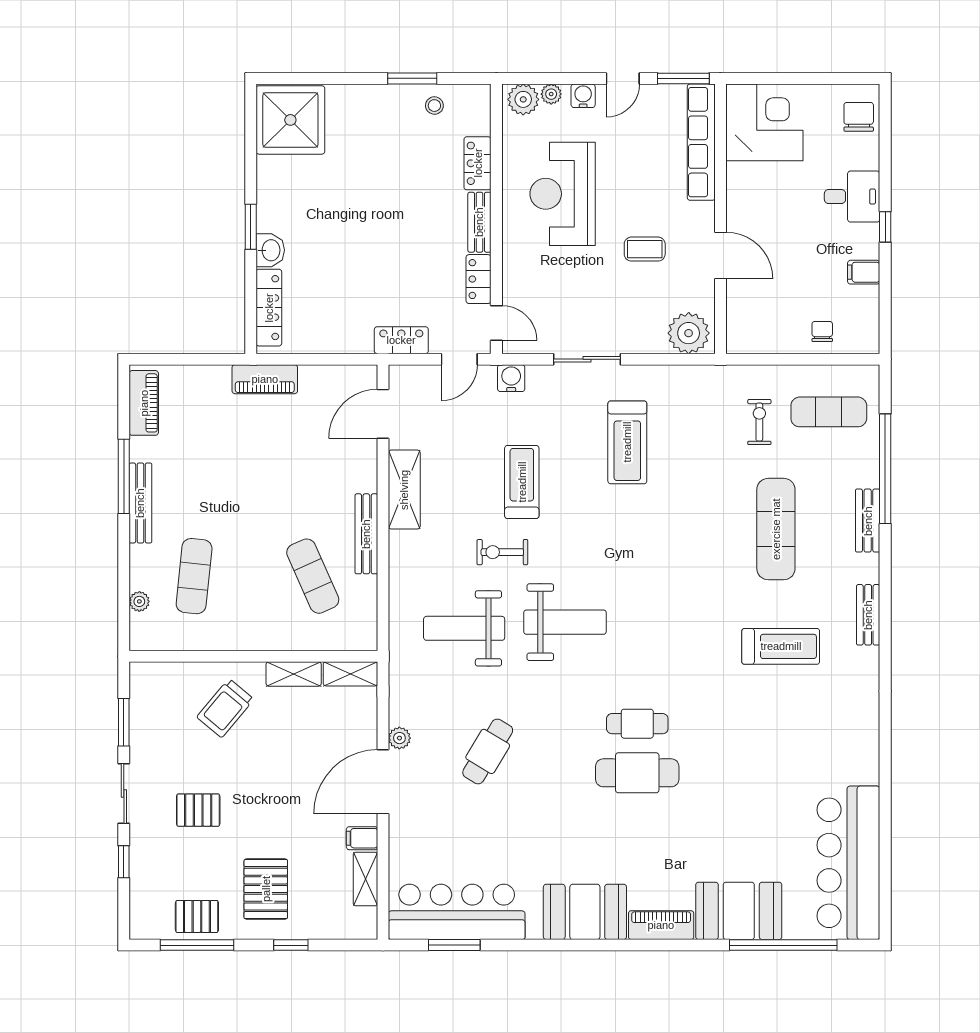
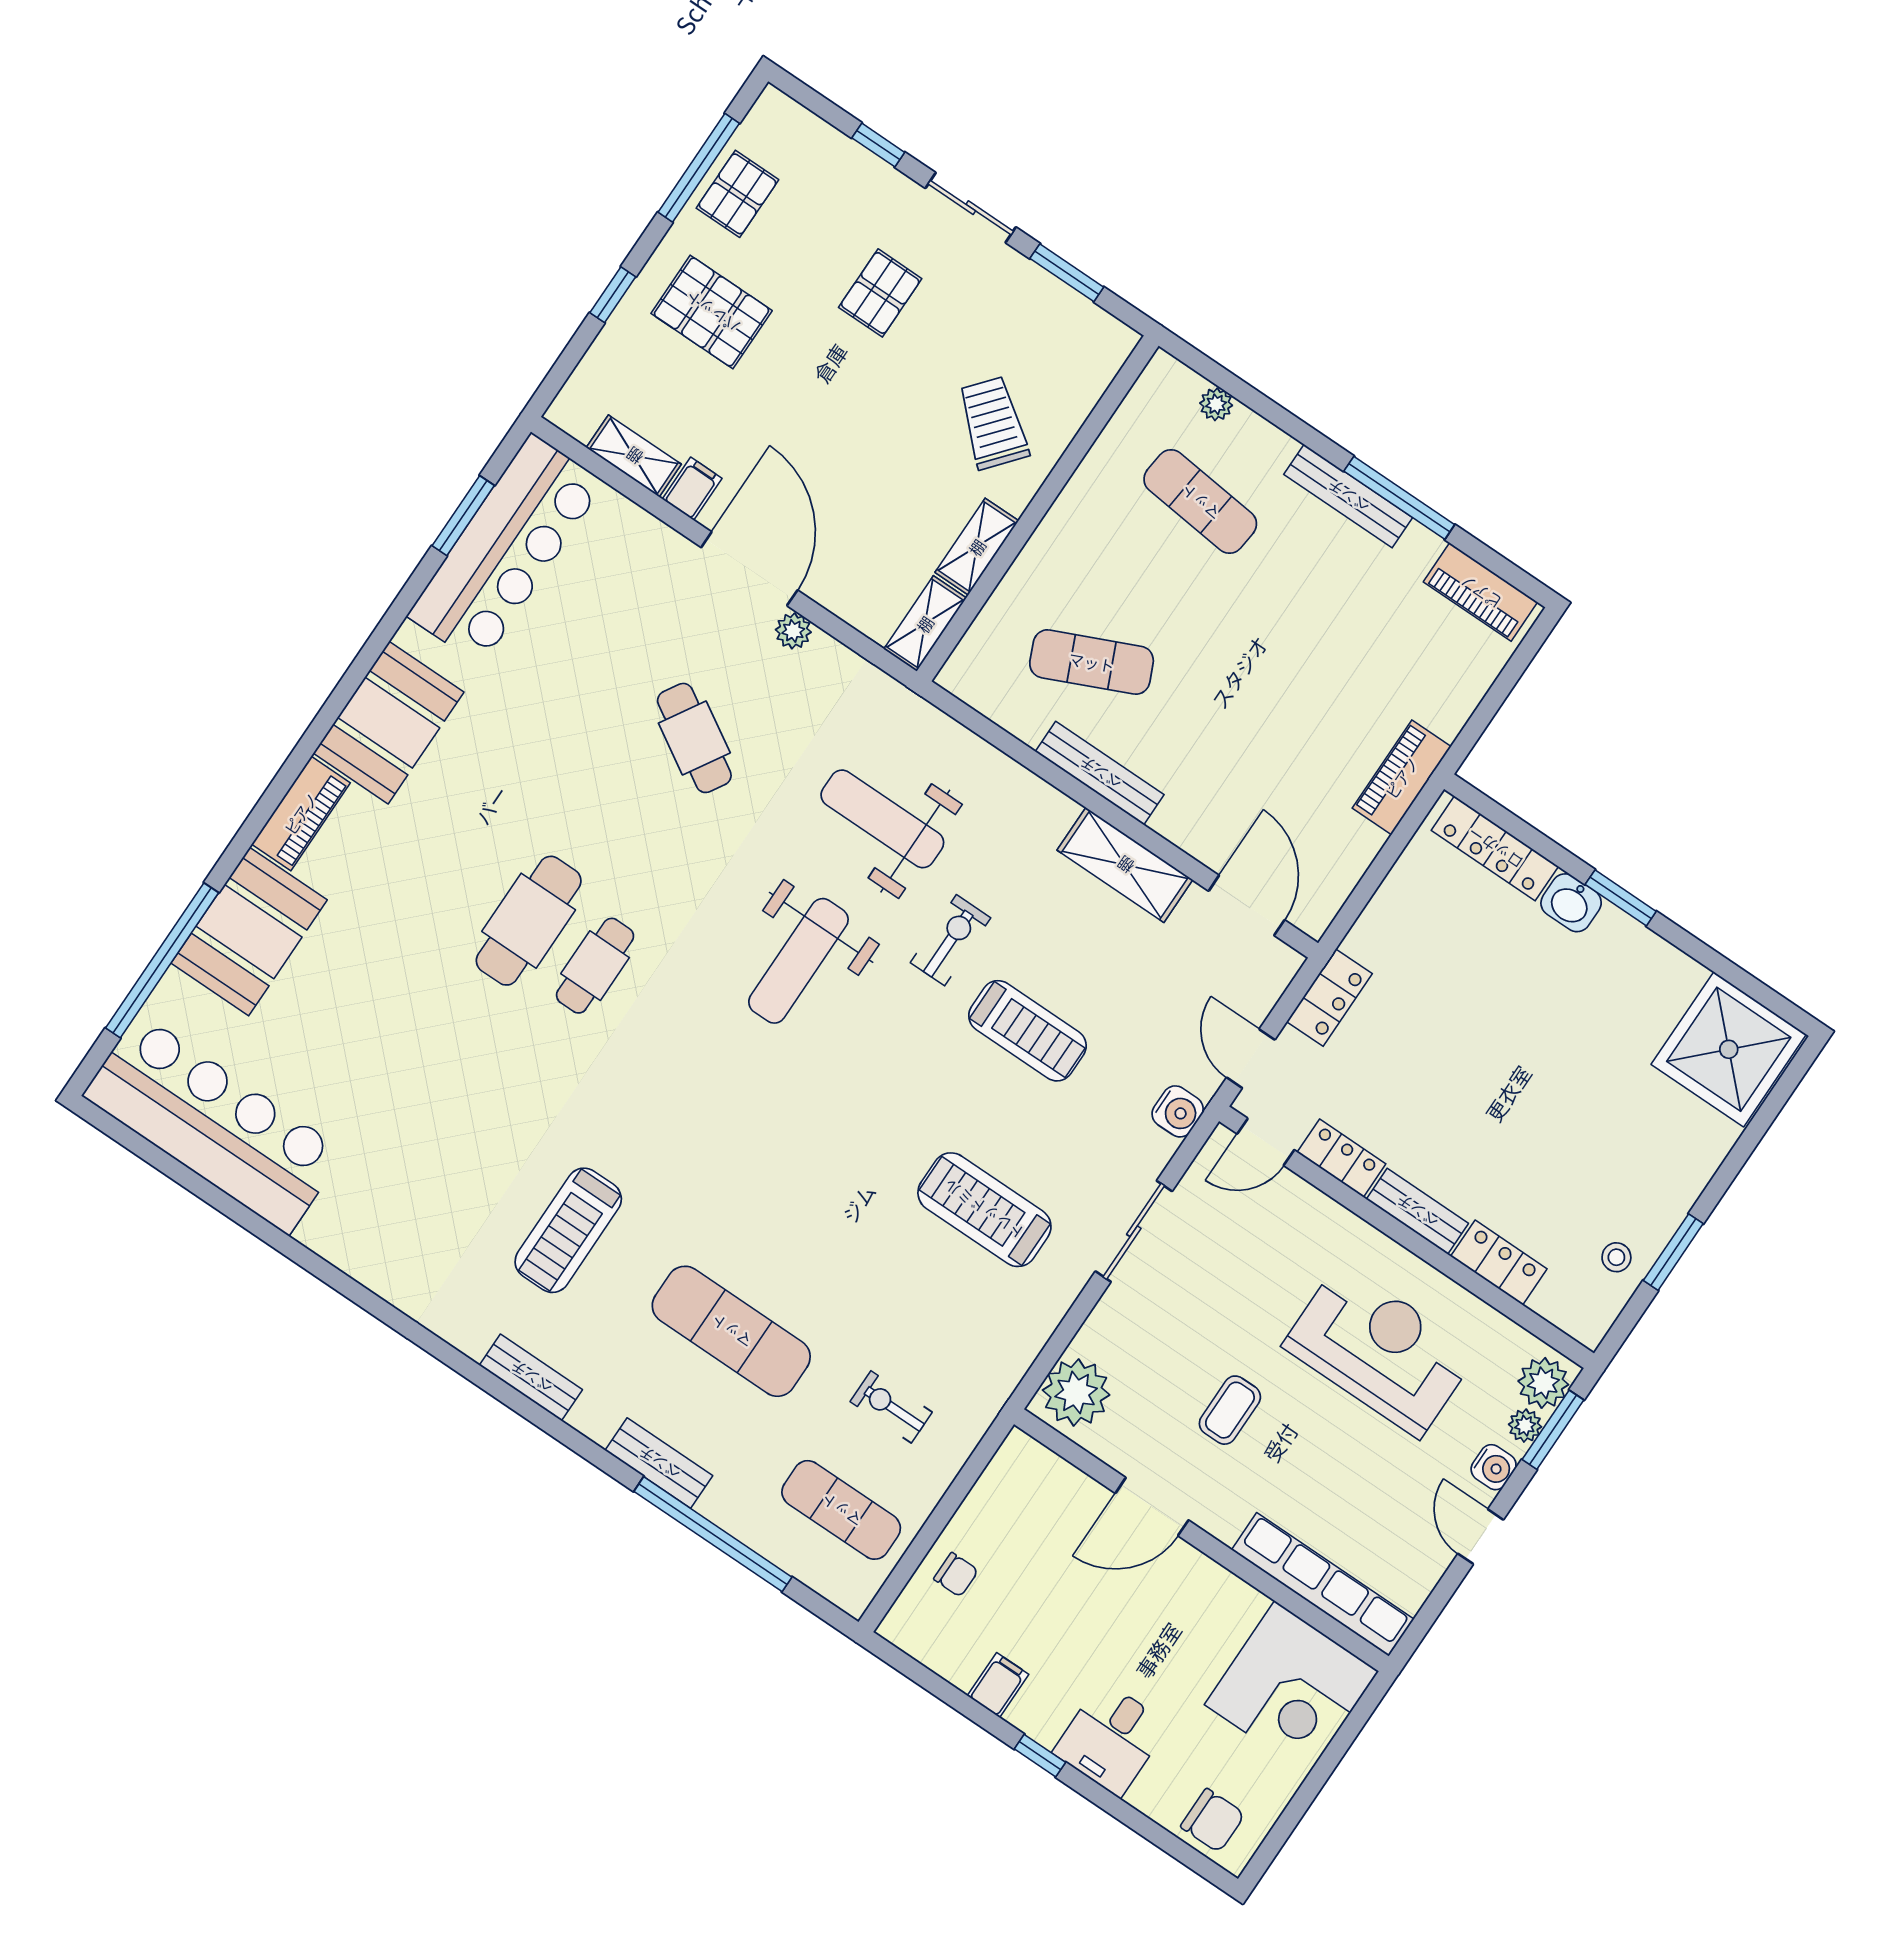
window: (683, 78) -> (1553, 1430), moved
exercise mat: (829, 412) -> (841, 1510), turned 90
exercise bike: (759, 422) -> (891, 1407), turned 180
weight bench: (464, 628) -> (882, 819), turned -90

